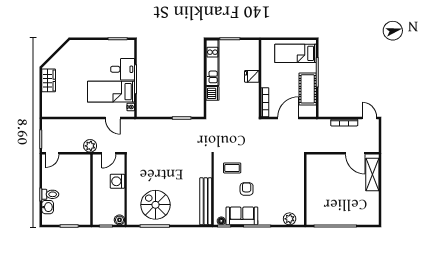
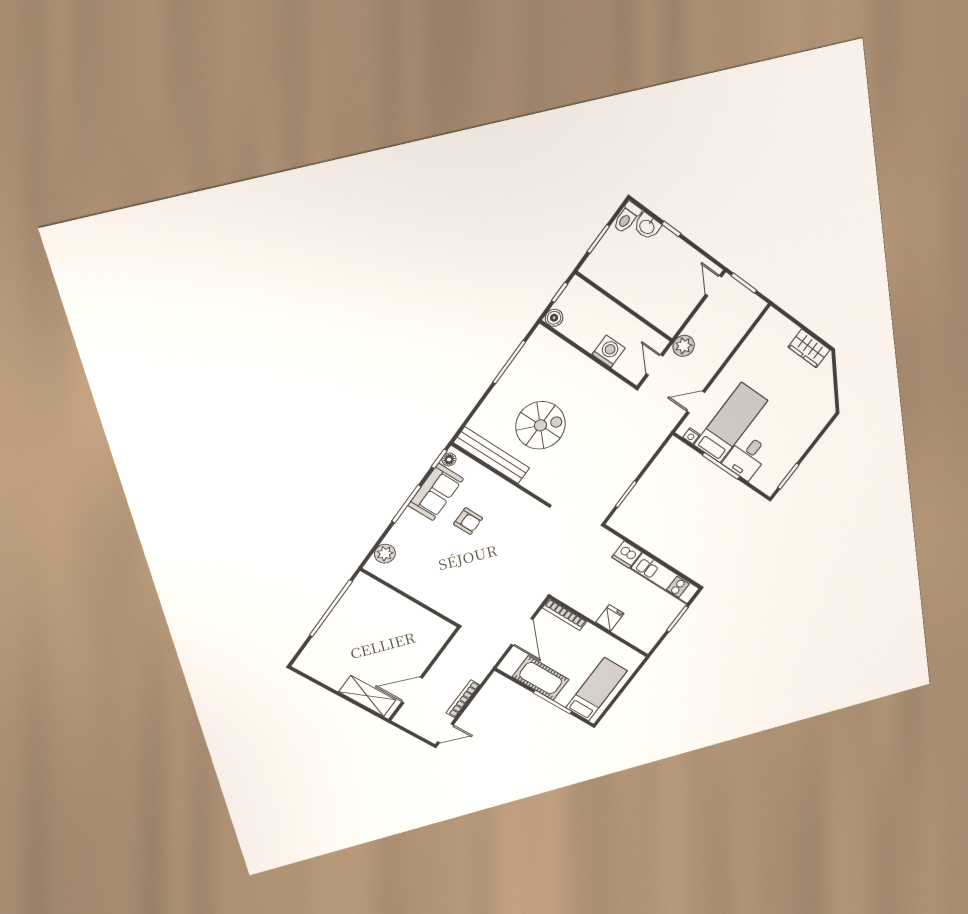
coffee table: (232, 168) -> (511, 519), removed
toilet: (50, 194) -> (627, 217), moved
spiral stairs: (155, 205) -> (540, 425), moved

